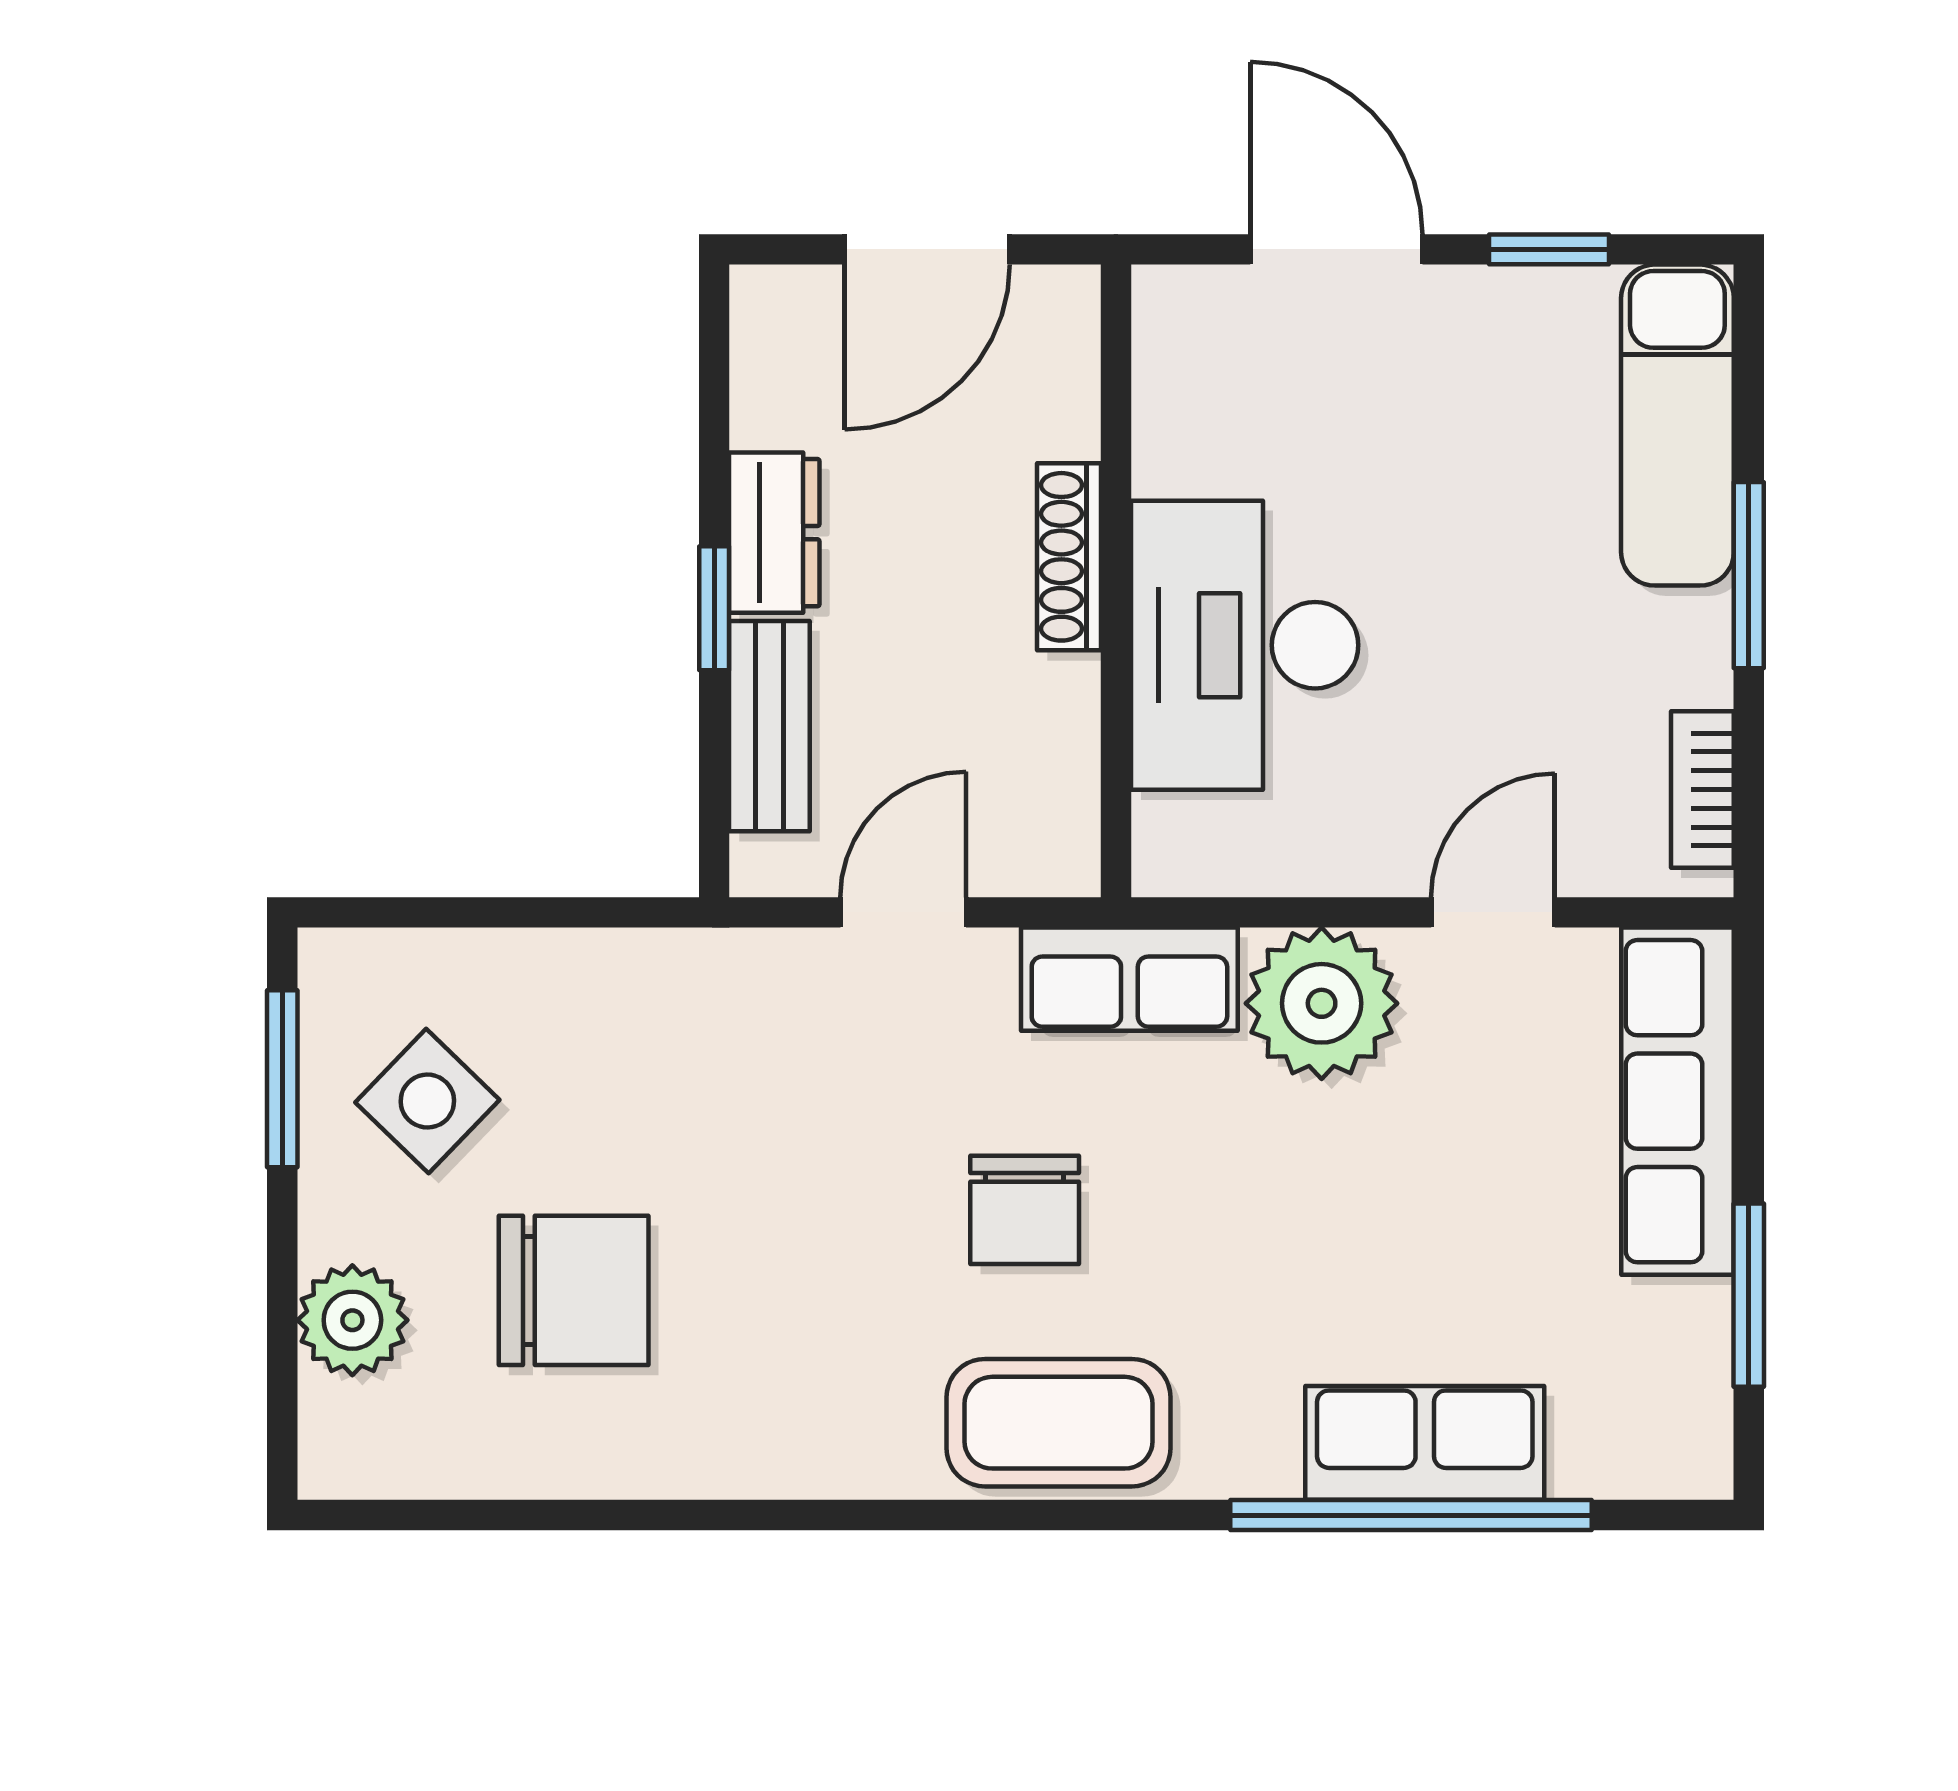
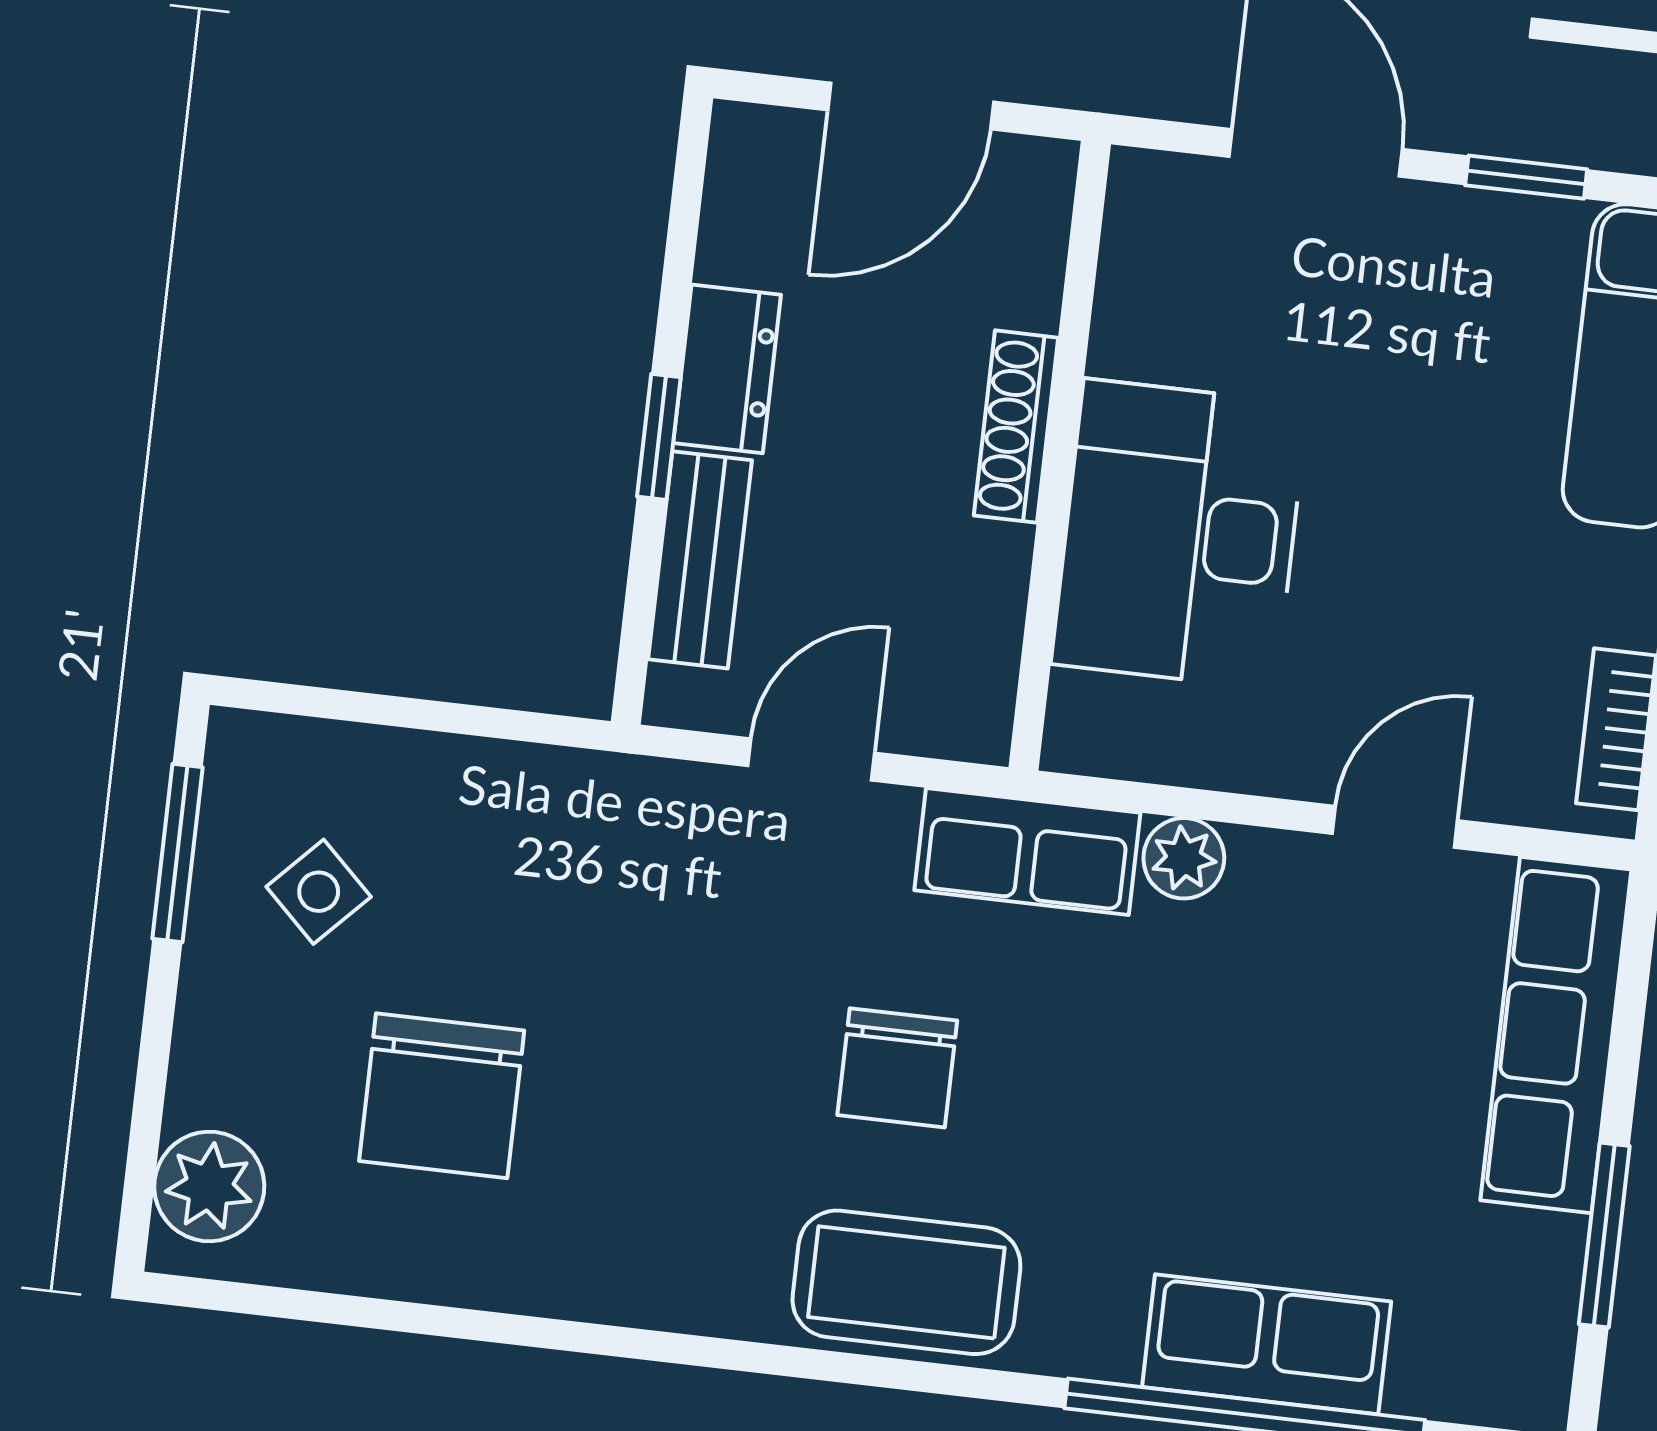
plant: (1322, 1003) -> (1184, 858), width x0.53, depth x0.53
side table: (427, 1101) -> (319, 892), width x0.73, depth x0.73
chair: (574, 1290) -> (442, 1096), turned 90
plant: (352, 1320) -> (209, 1186), moved

